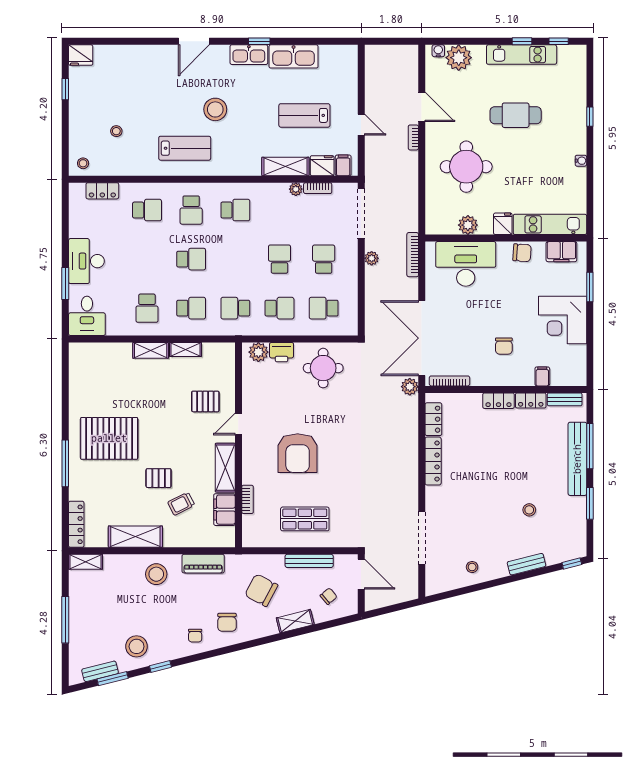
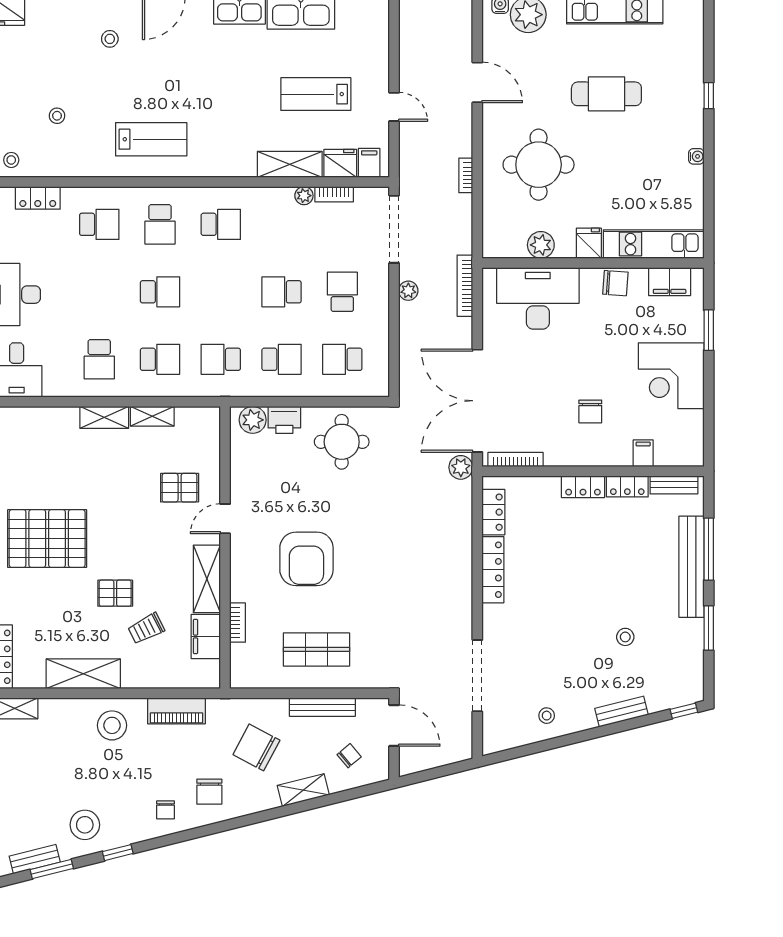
stool: (215, 109) -> (110, 39), moved, width x0.53, depth x0.53
bookcase: (413, 137) -> (466, 175), moved
school desk: (279, 259) -> (282, 292), turned -90

